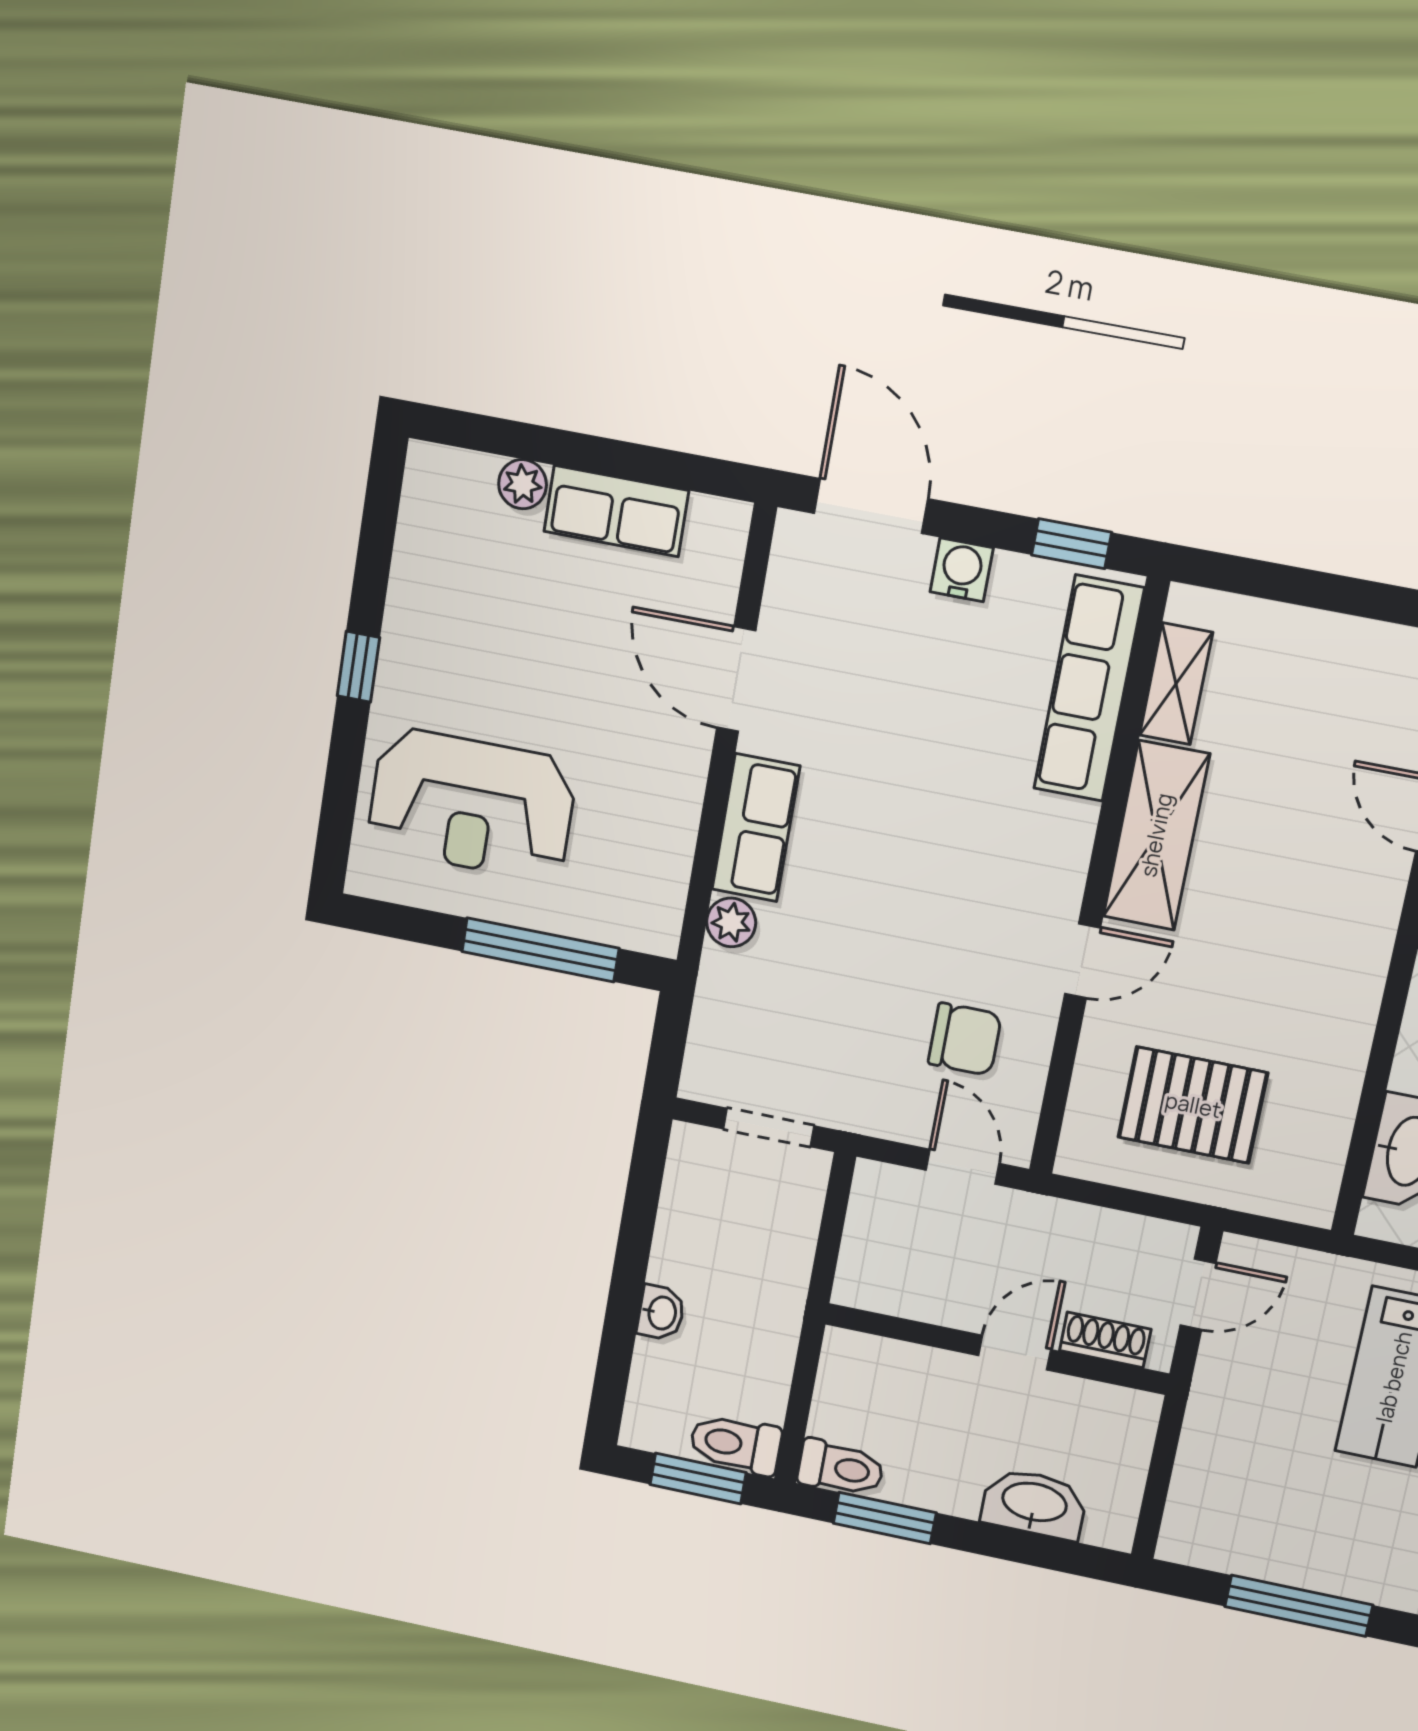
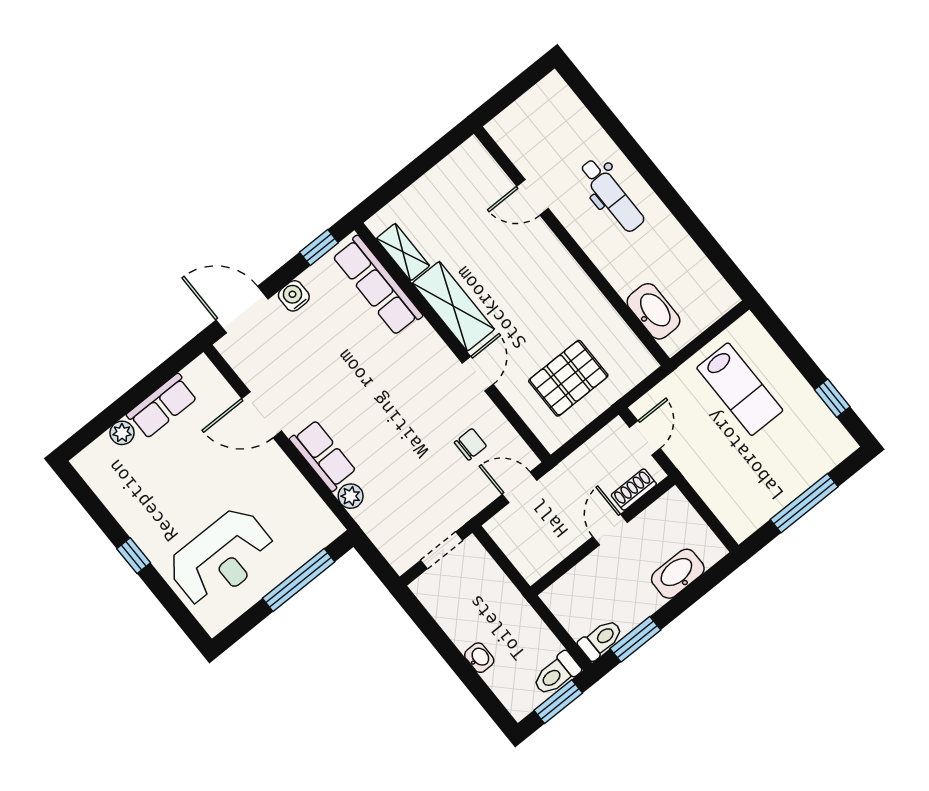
chair: (965, 1039) -> (470, 444), width x0.73, depth x0.73

